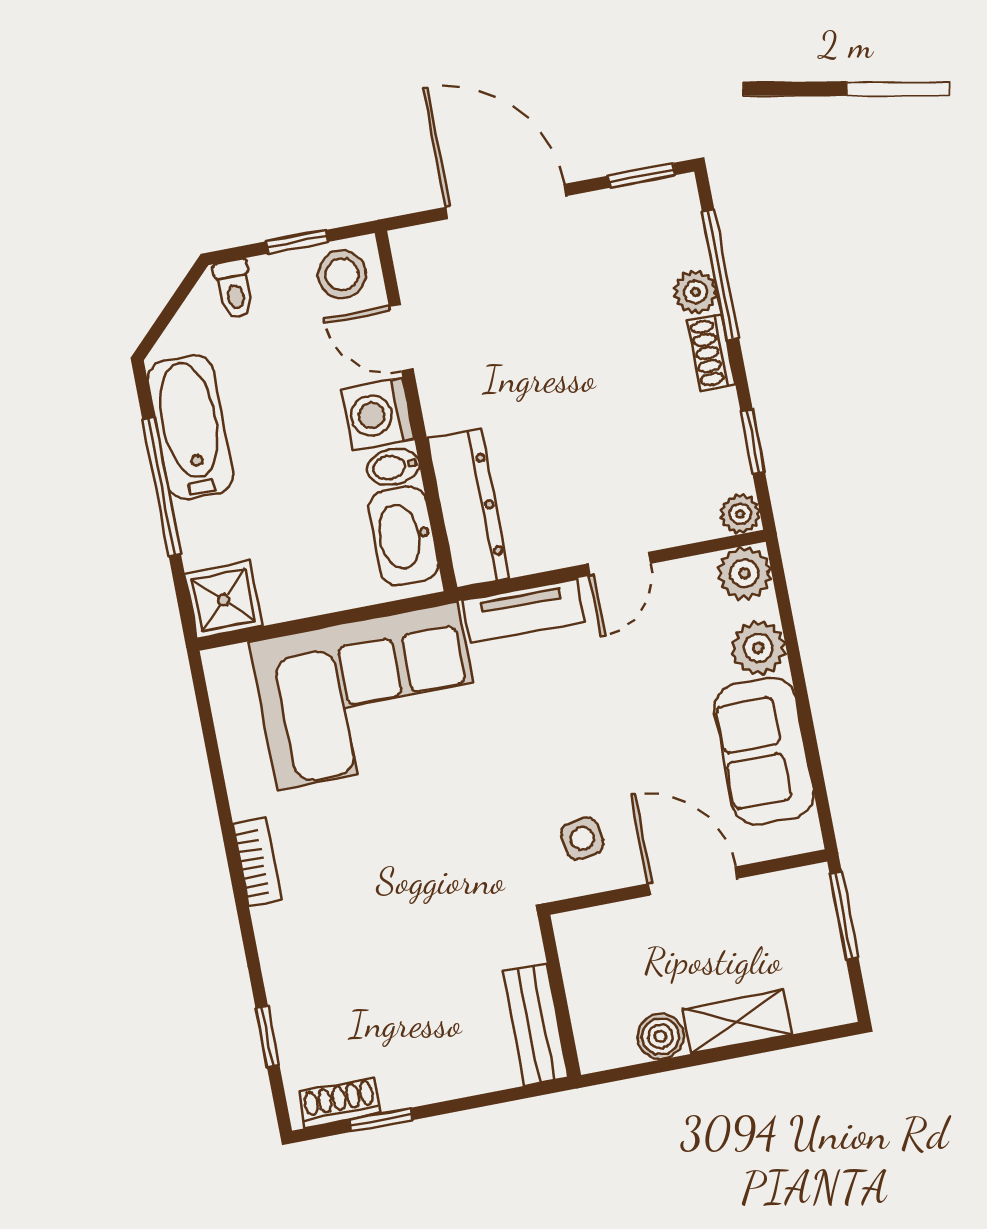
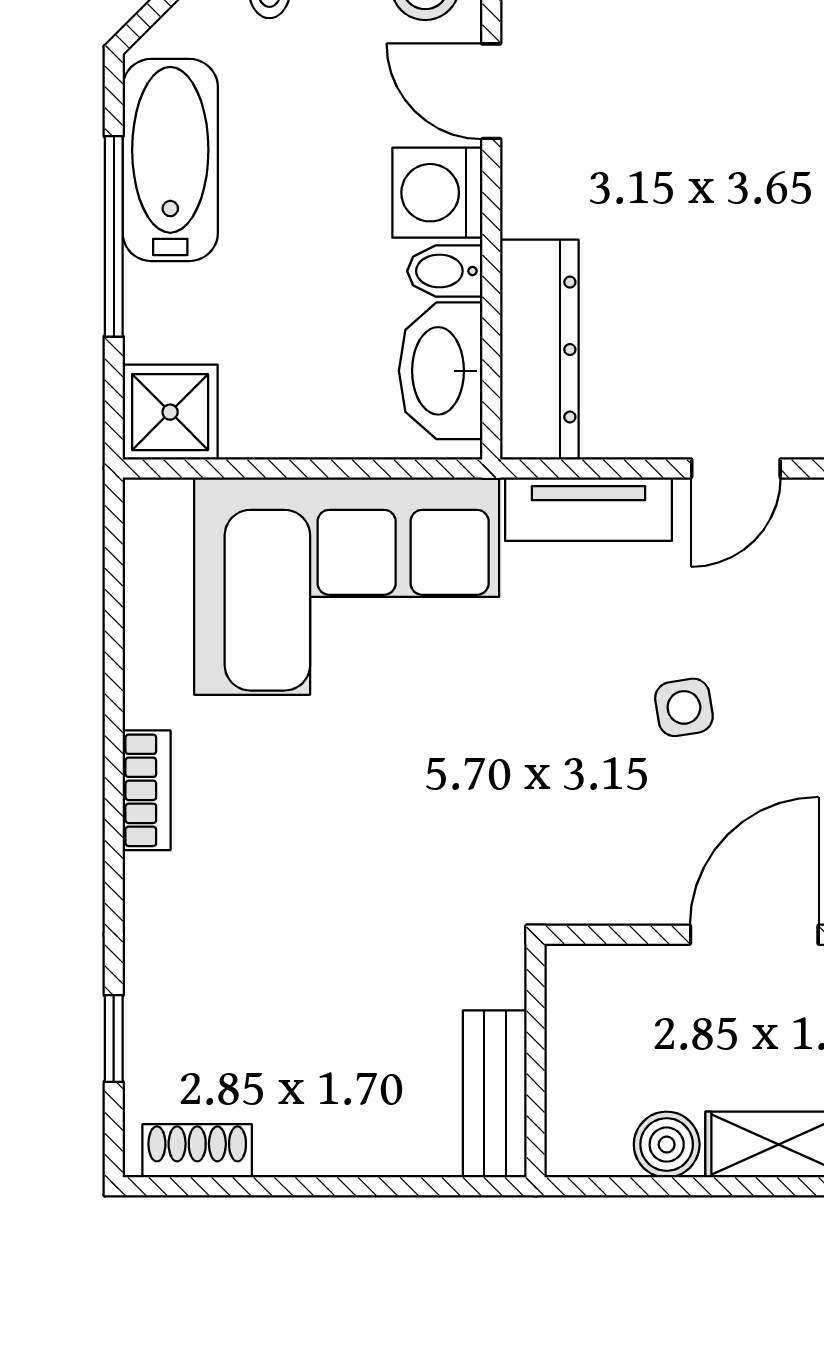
side table: (582, 838) -> (684, 707), moved
door: (693, 881) -> (754, 935), hinge flipped
window: (381, 1120) -> (250, 1186), removed

